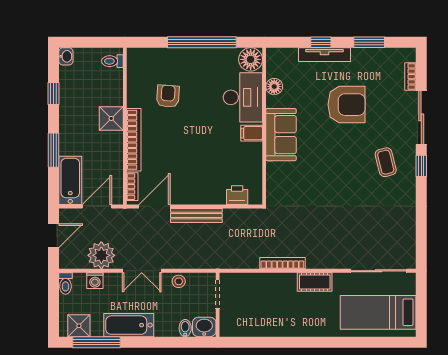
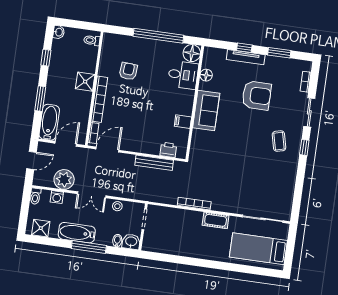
desk: (243, 97) -> (183, 75), width x0.73
sliding door: (421, 117) -> (309, 112), width x0.73
filing cabinet: (252, 133) -> (183, 122), moved
bench: (196, 215) -> (154, 163), moved
window: (96, 342) -> (89, 247), moved

